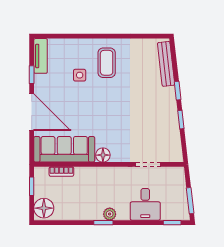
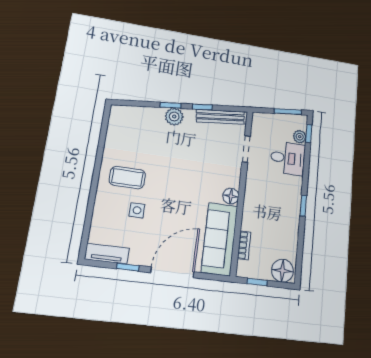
bench: (166, 64) -> (220, 117), moved
plant: (168, 95) -> (174, 117), added
plant: (110, 214) -> (300, 137), moved

